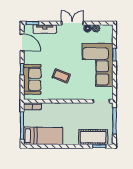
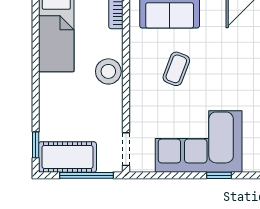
stool: (62, 110) -> (108, 71), added
cot: (93, 137) -> (67, 157), moved, turned 90

